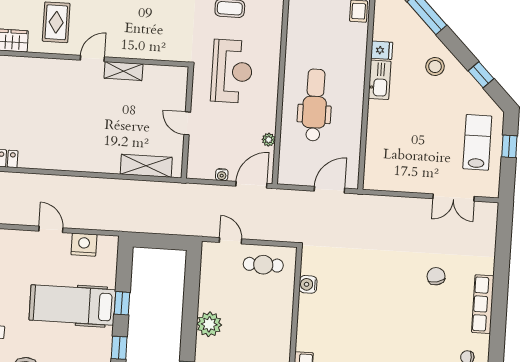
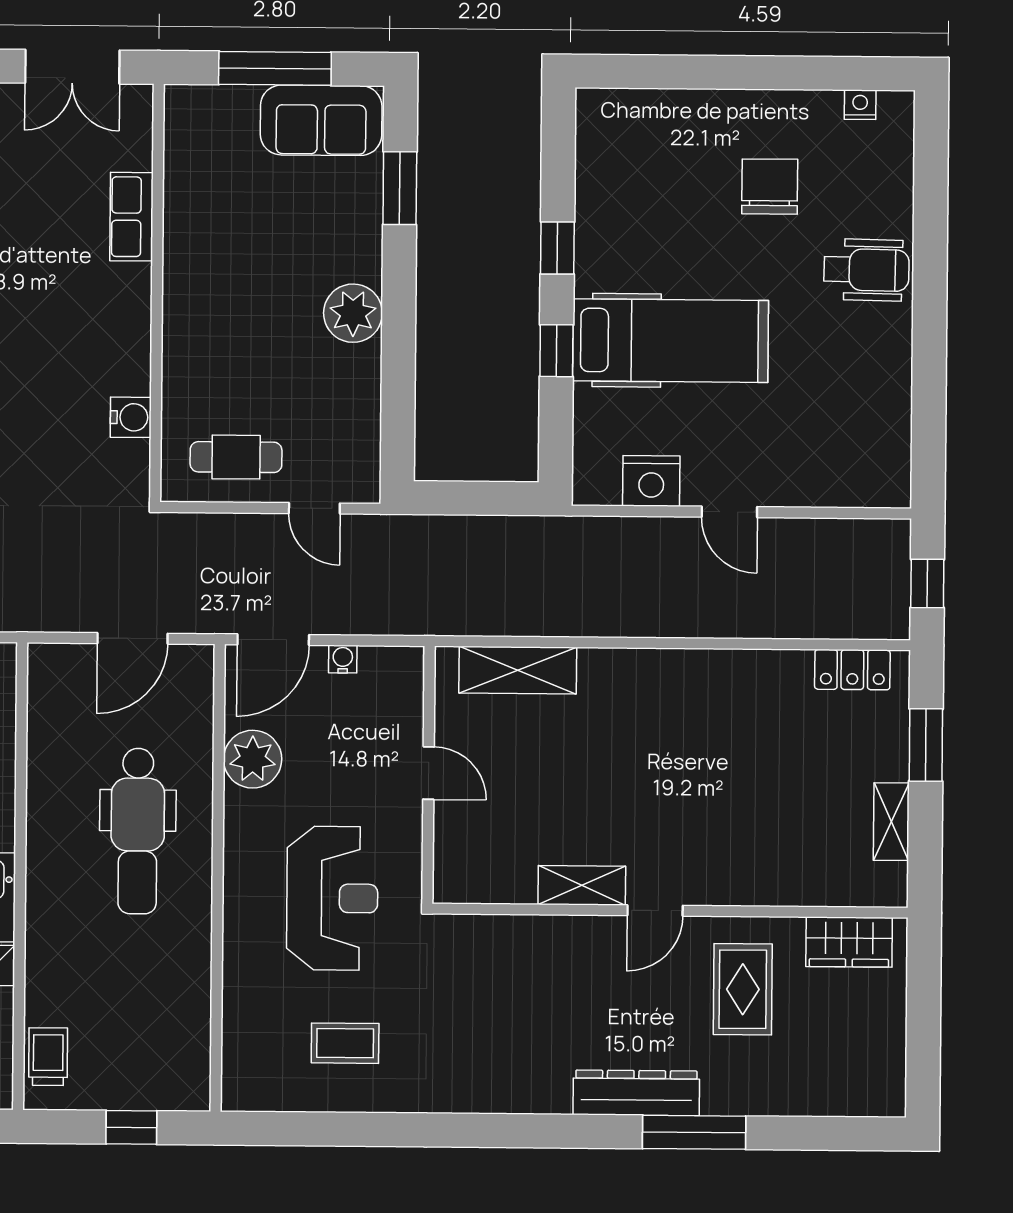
reception desk: (232, 71) -> (332, 898), turned 180
plant: (269, 140) -> (253, 759), width x1.88, depth x1.88
door: (329, 190) -> (133, 638), moved

